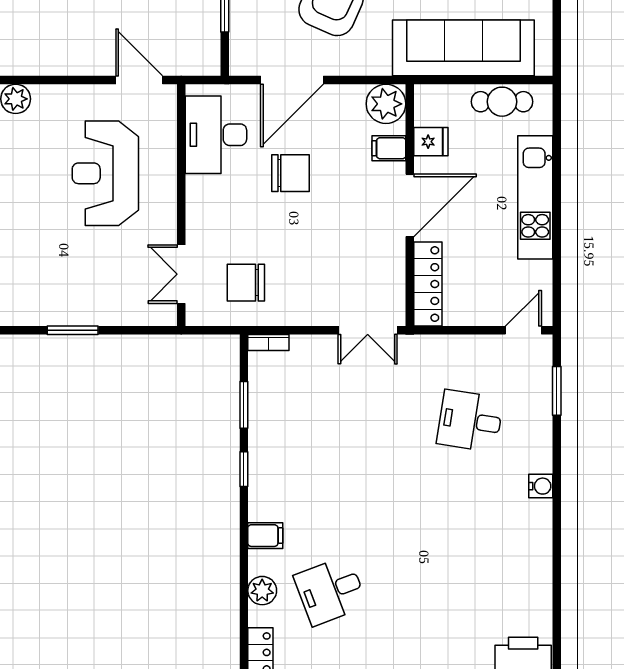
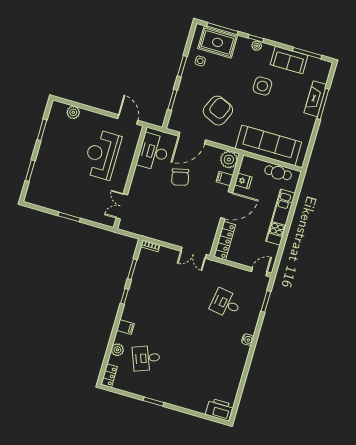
chair: (291, 173) -> (180, 177), turned 77
chair: (246, 283) -> (148, 218), removed

